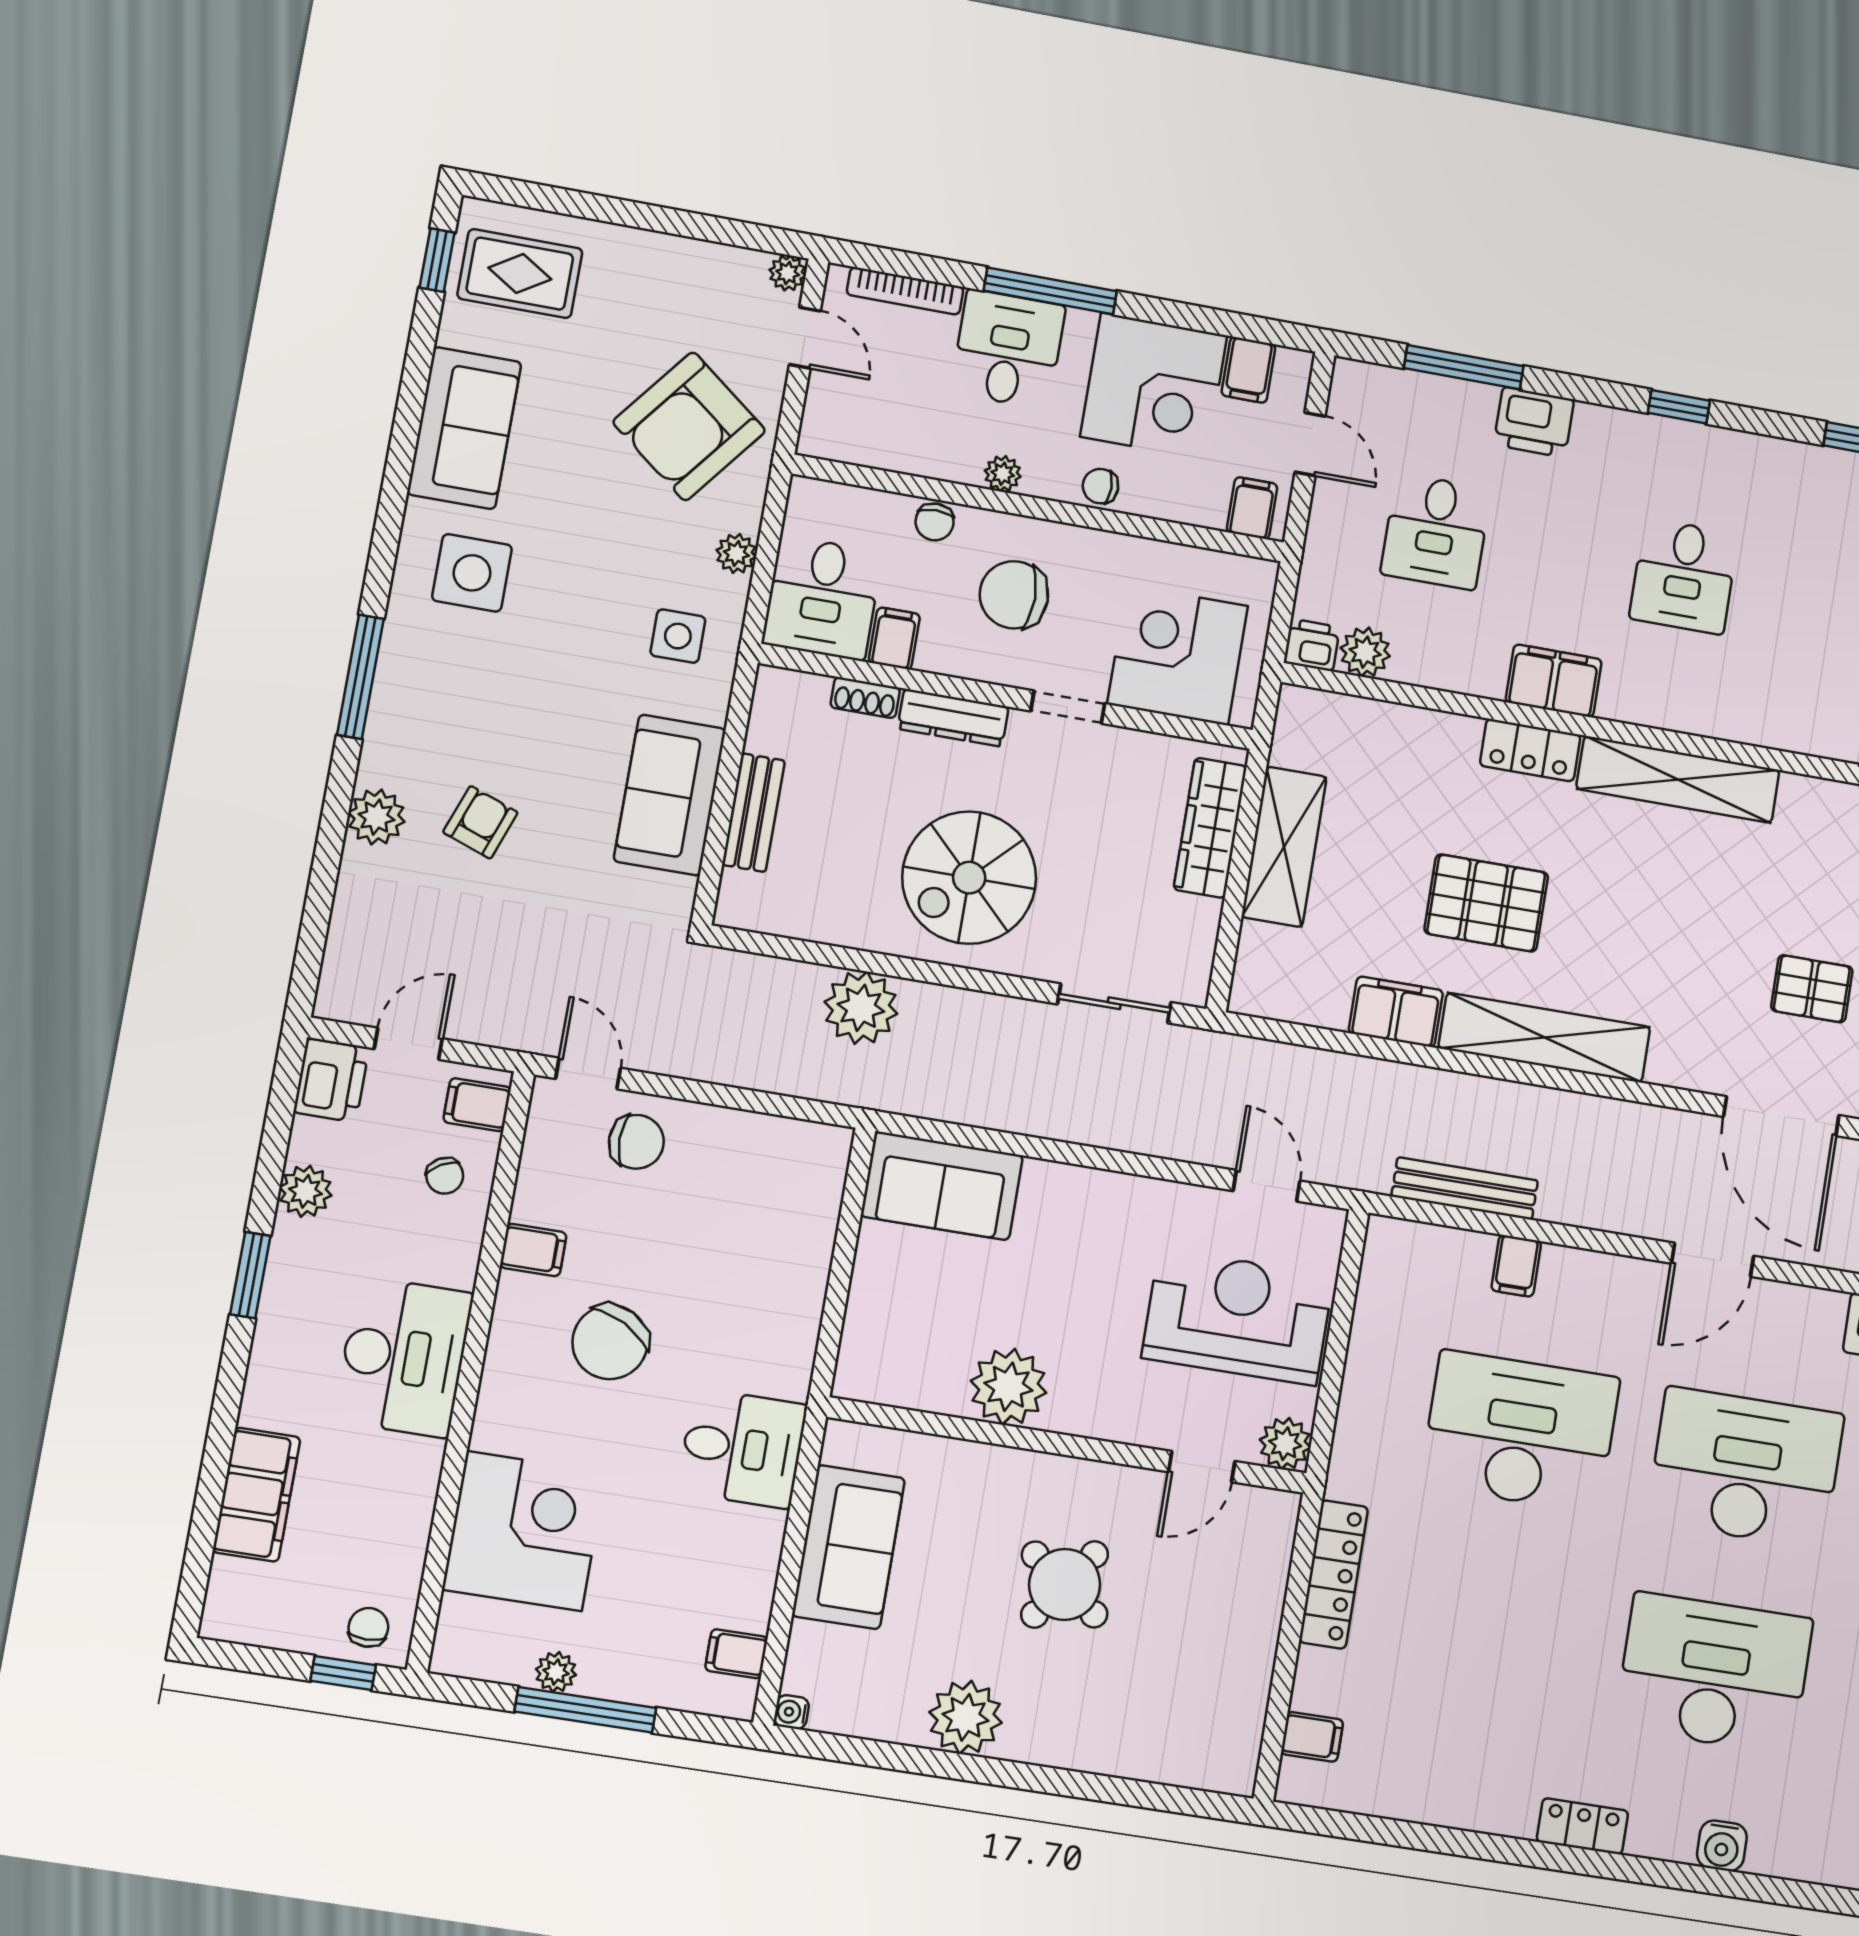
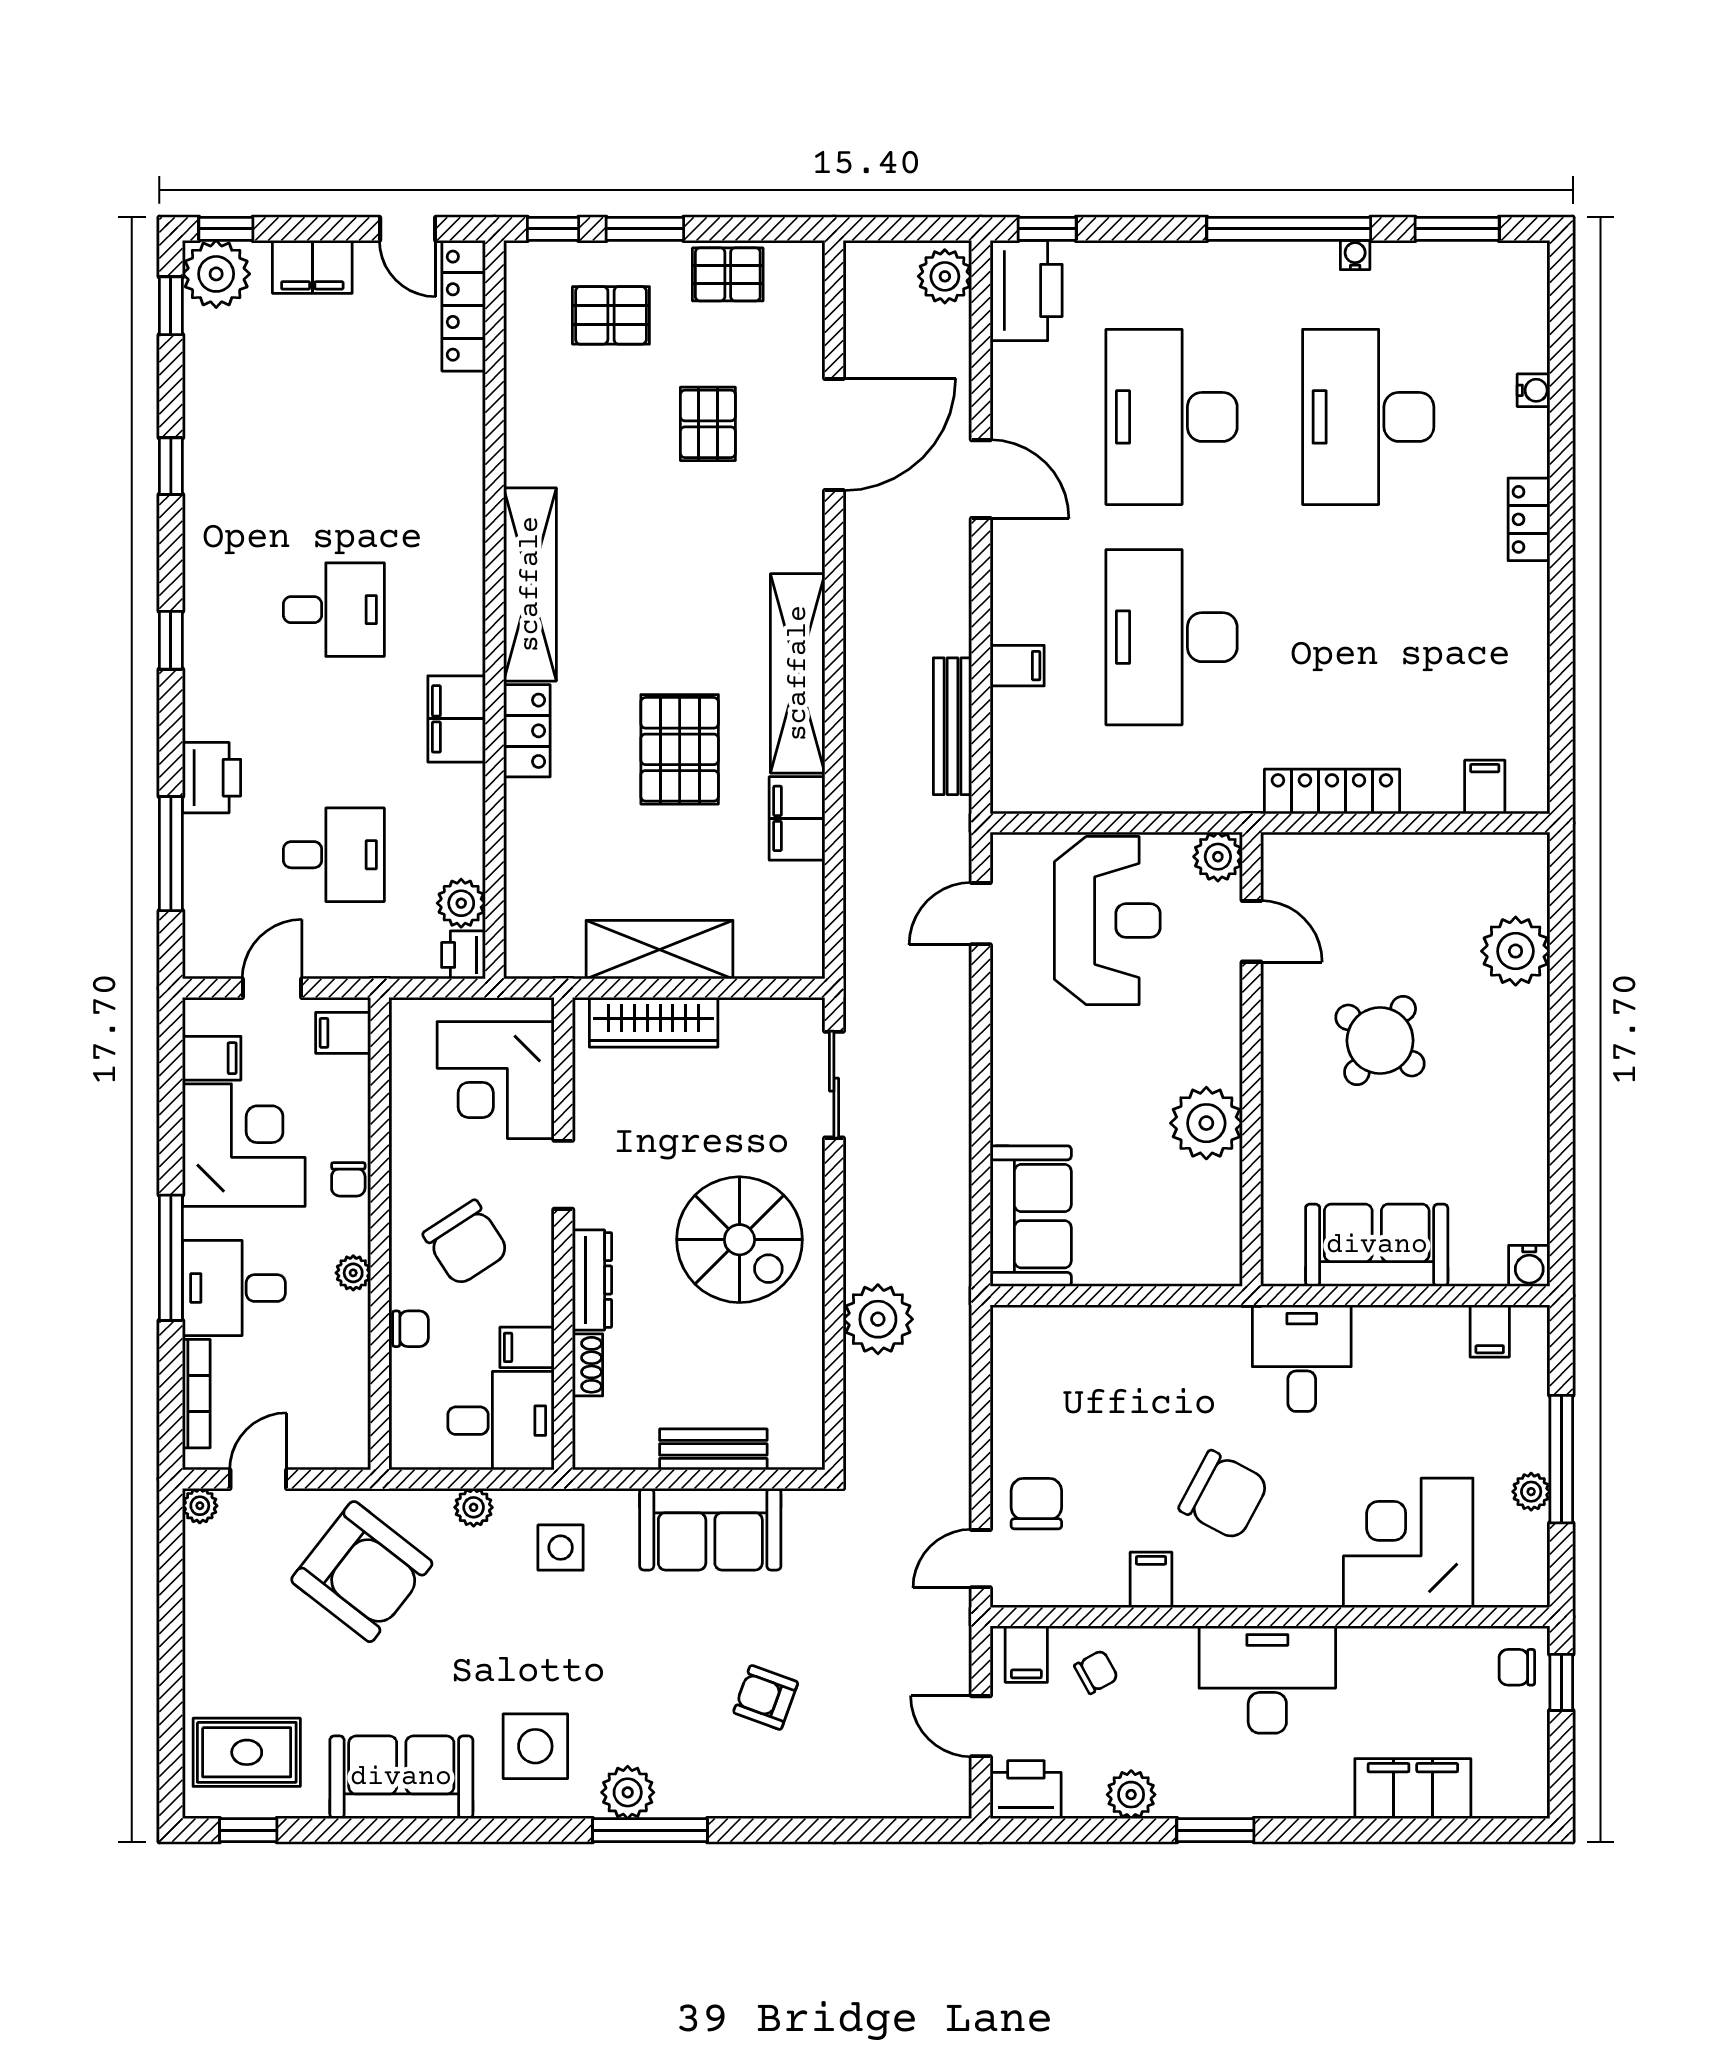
rug: (520, 274) -> (247, 1752), turned 90
chair: (1014, 595) -> (466, 1243), turned -33
plant: (376, 817) -> (628, 1792), moved
reception desk: (1238, 1317) -> (1107, 921), turned 180
water cooler: (791, 1712) -> (1529, 1266), width x1.38, depth x1.38
plant: (966, 1717) -> (1516, 951), moved
water cooler: (1722, 1846) -> (1533, 390), width x0.72, depth x0.72

